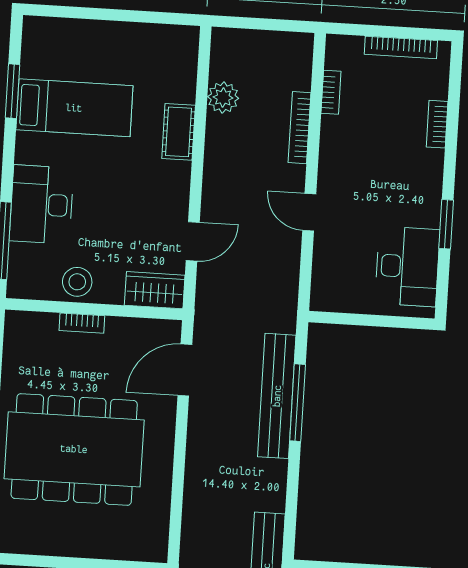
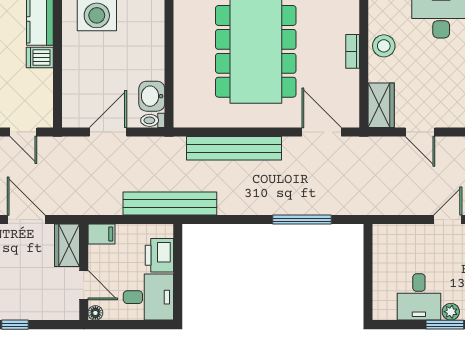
plant: (430, 216) -> (451, 312), added
desk: (407, 266) -> (419, 297), width x0.73
bench: (277, 396) -> (234, 148), moved

